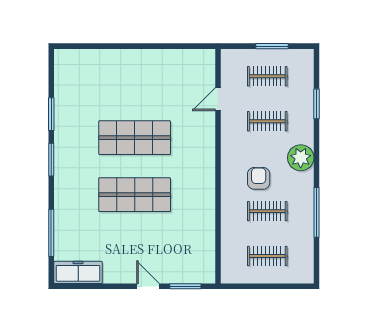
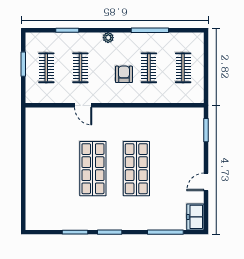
door: (218, 99) -> (83, 105), moved
plant: (301, 158) -> (108, 38), width x0.53, depth x0.53
armchair: (259, 178) -> (124, 74), turned 90
freezer: (78, 272) -> (195, 217), width x0.71
door: (148, 286) -> (206, 182), moved

